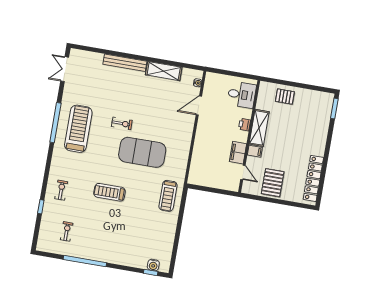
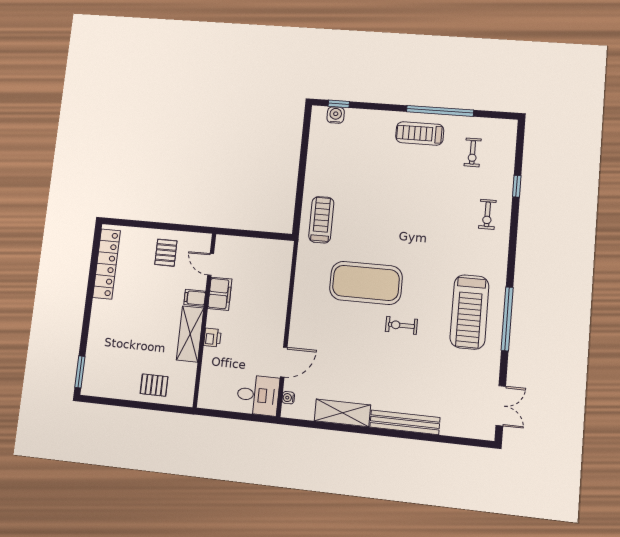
desk: (242, 95) -> (258, 395), moved, turned 180
pallet: (273, 183) -> (166, 253), width x0.67, depth x0.71
treadmill: (109, 192) -> (420, 133), moved, turned 180

